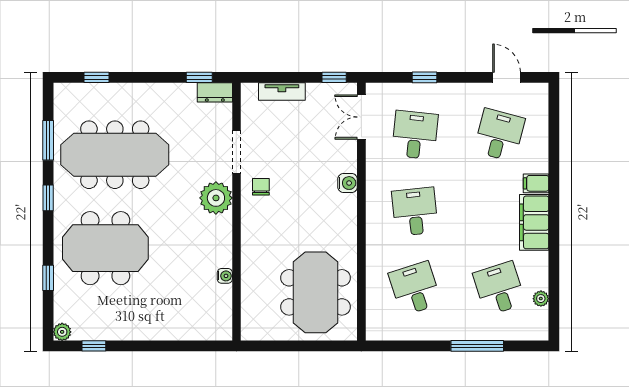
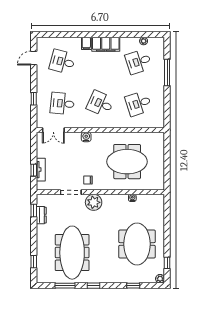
window: (334, 77) -> (34, 170), moved
dresser: (215, 92) -> (41, 215), moved
desk: (415, 212) -> (100, 104), turned 30
meeting table: (105, 248) -> (137, 244), moved
meeting table: (316, 292) -> (127, 162), moved

